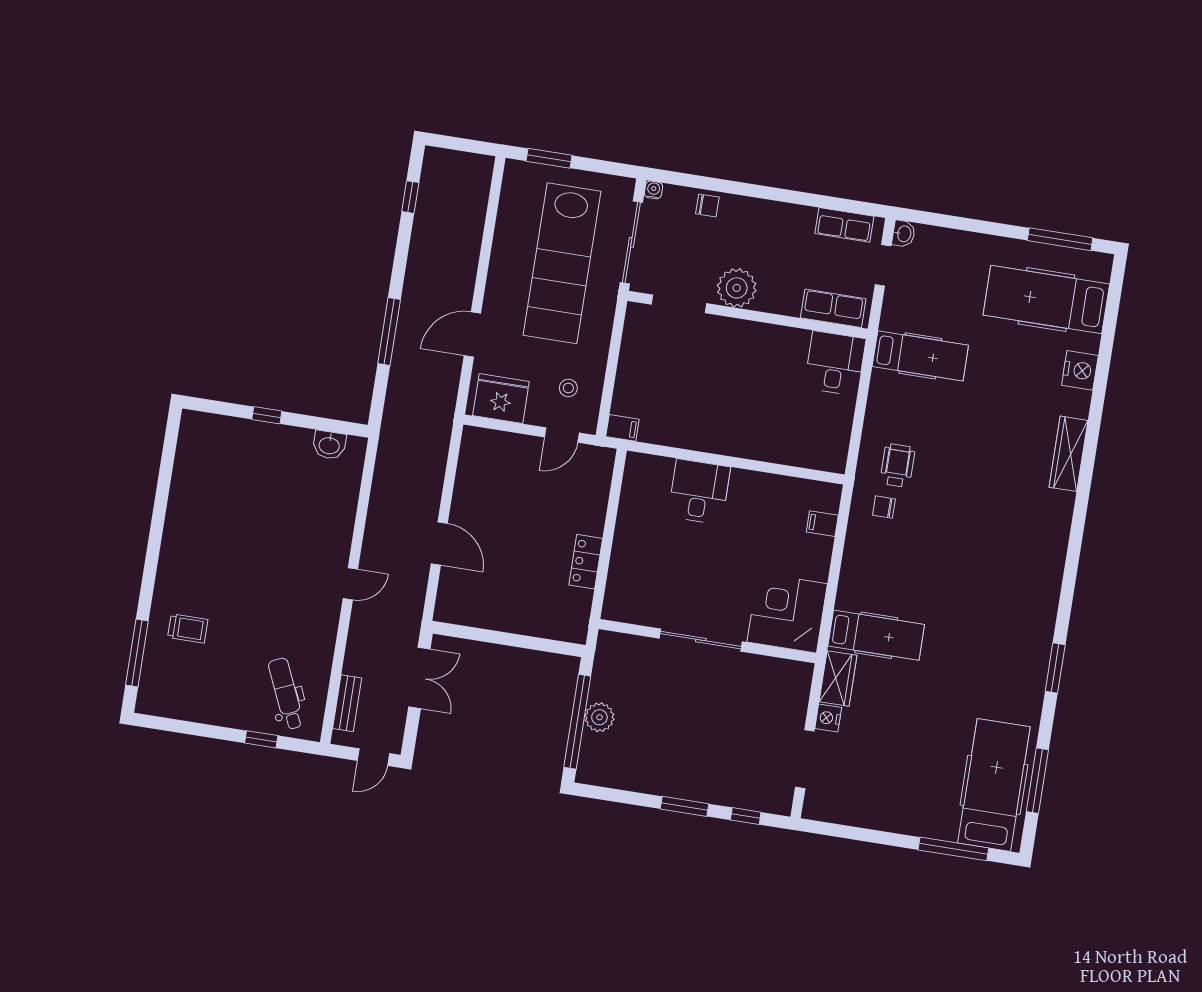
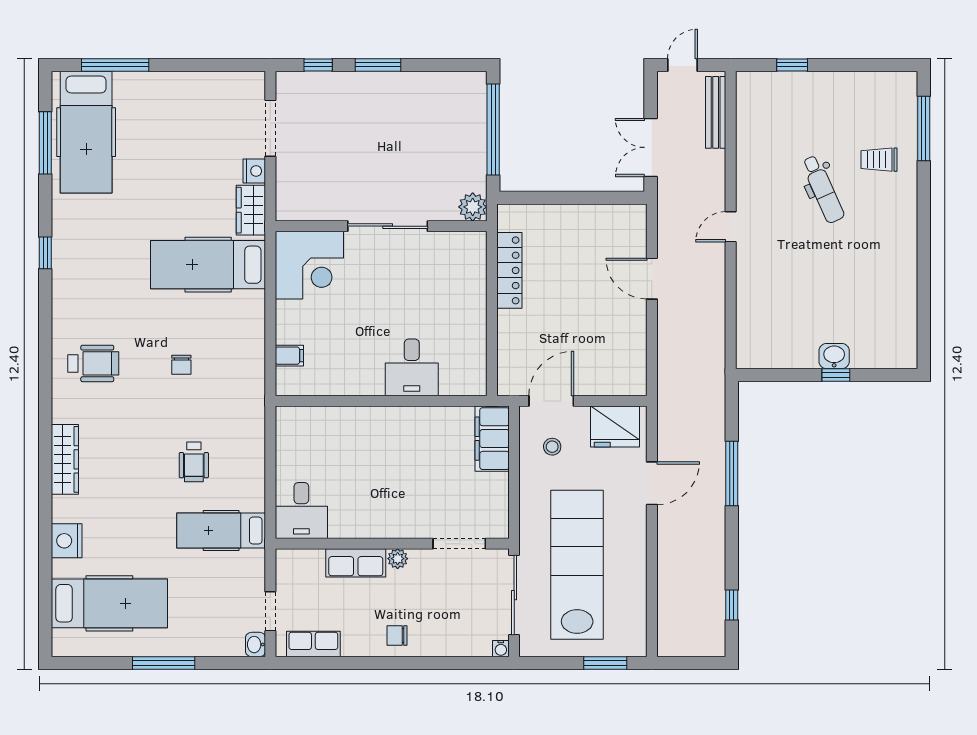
chair: (707, 205) -> (397, 635), moved
window: (1060, 239) -> (164, 663), moved
plant: (737, 288) -> (398, 559), width x0.53, depth x0.53
row of seats: (833, 308) -> (356, 563), moved
filing cabinet: (622, 428) -> (492, 439), width x3.00, depth x1.17
door: (562, 435) -> (551, 401), width x1.38
washbasin: (329, 445) -> (834, 356), moved
wheelchair: (897, 465) -> (194, 462), moved
chair: (884, 507) -> (181, 365), moved, turned 90
wheelchair: (1024, 547) -> (93, 363), added
locker: (586, 562) -> (509, 270), width x1.53
hospital bed: (876, 635) -> (208, 265), width x1.37, depth x1.29
window: (1055, 668) -> (45, 253), width x0.67
dental chair: (286, 694) -> (823, 189), moved
bench: (347, 703) -> (716, 112), width x1.36
plant: (599, 717) -> (473, 207), moved

